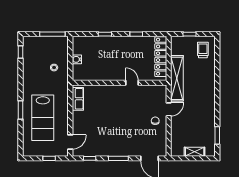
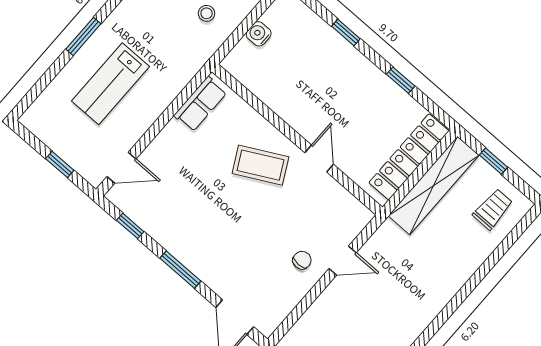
shelving: (177, 78) -> (434, 185), moved
coffee table: (115, 102) -> (260, 165), added
lab bench: (43, 118) -> (110, 84), width x0.73, depth x0.72

